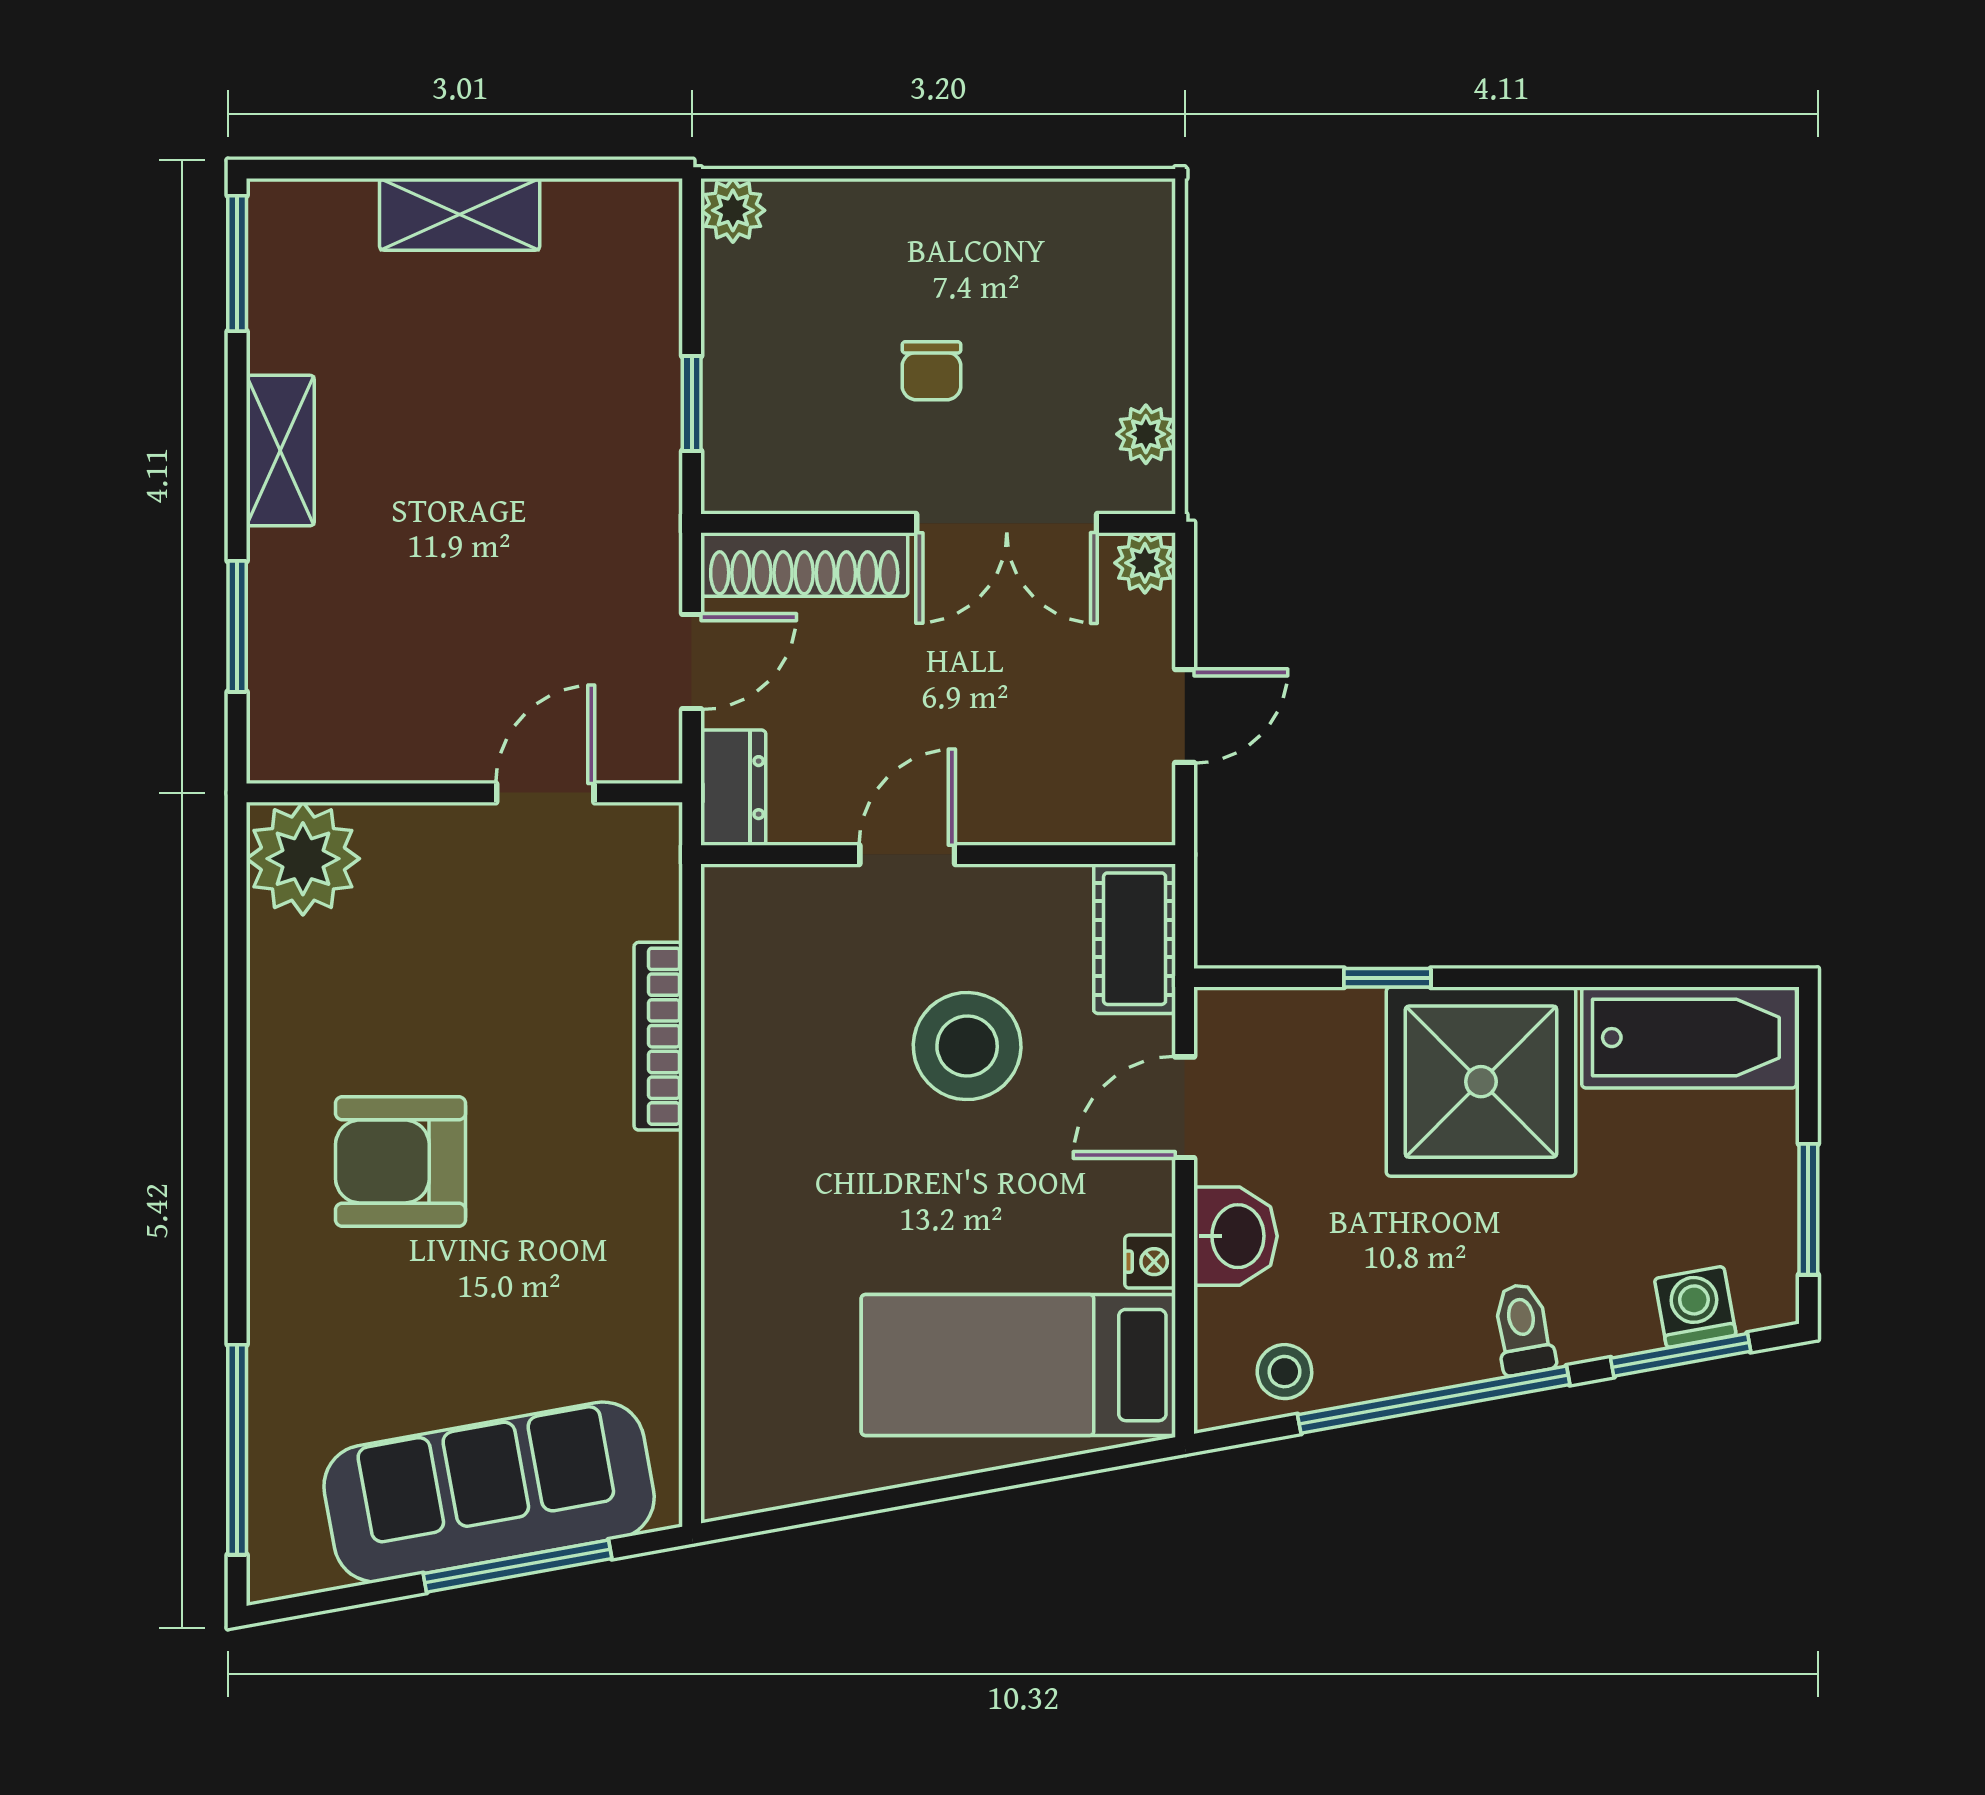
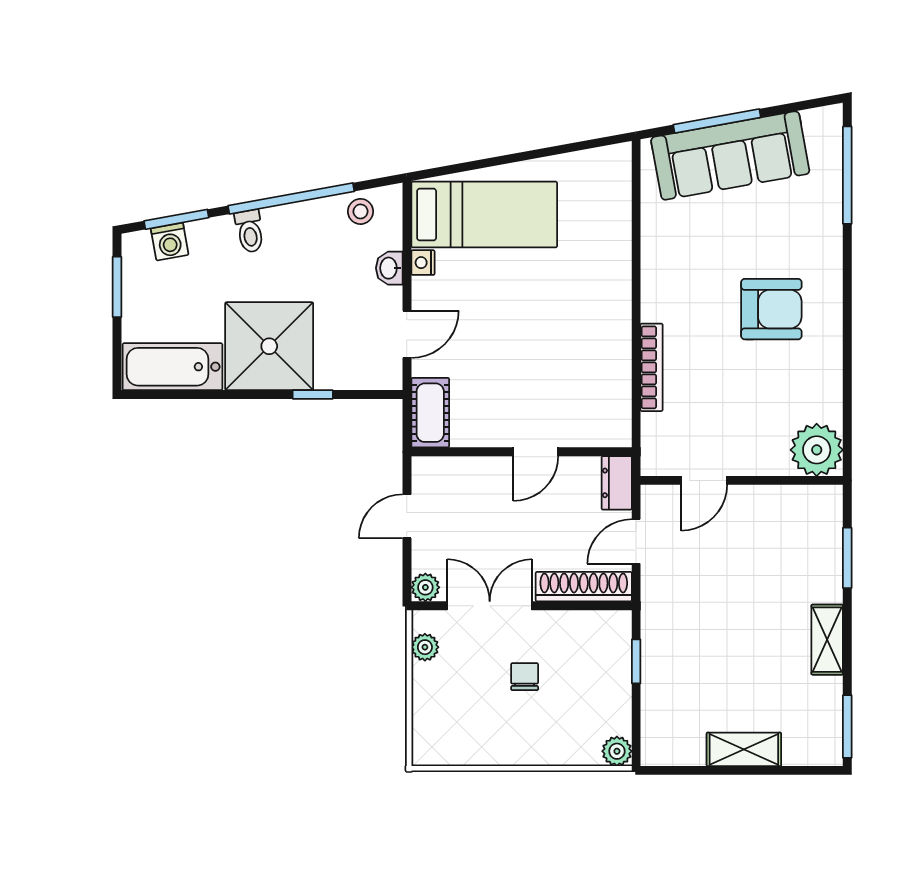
stool: (967, 1046) -> (508, 363), removed
washbasin: (1235, 1236) -> (389, 268), width x0.72, depth x0.69

